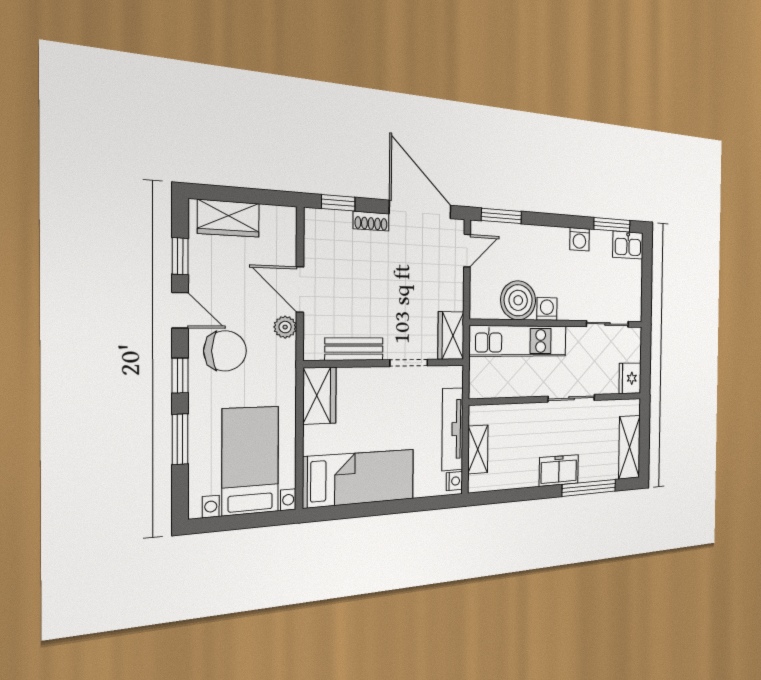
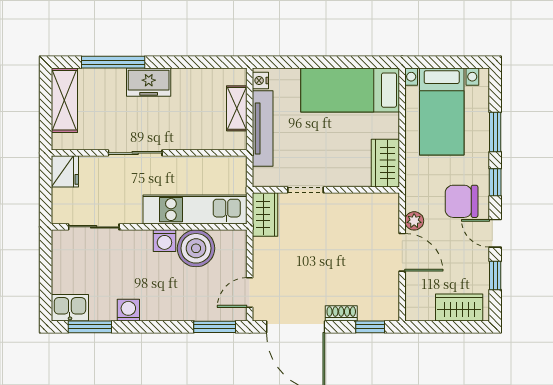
bench: (354, 349) -> (355, 202), removed

